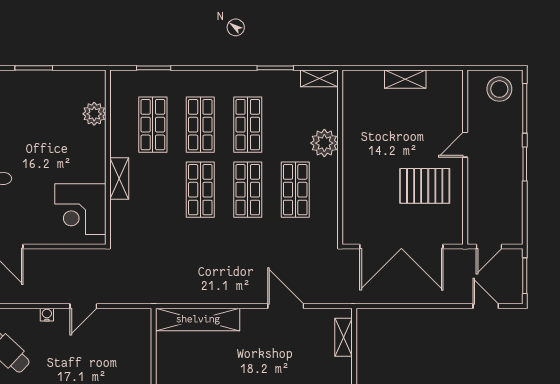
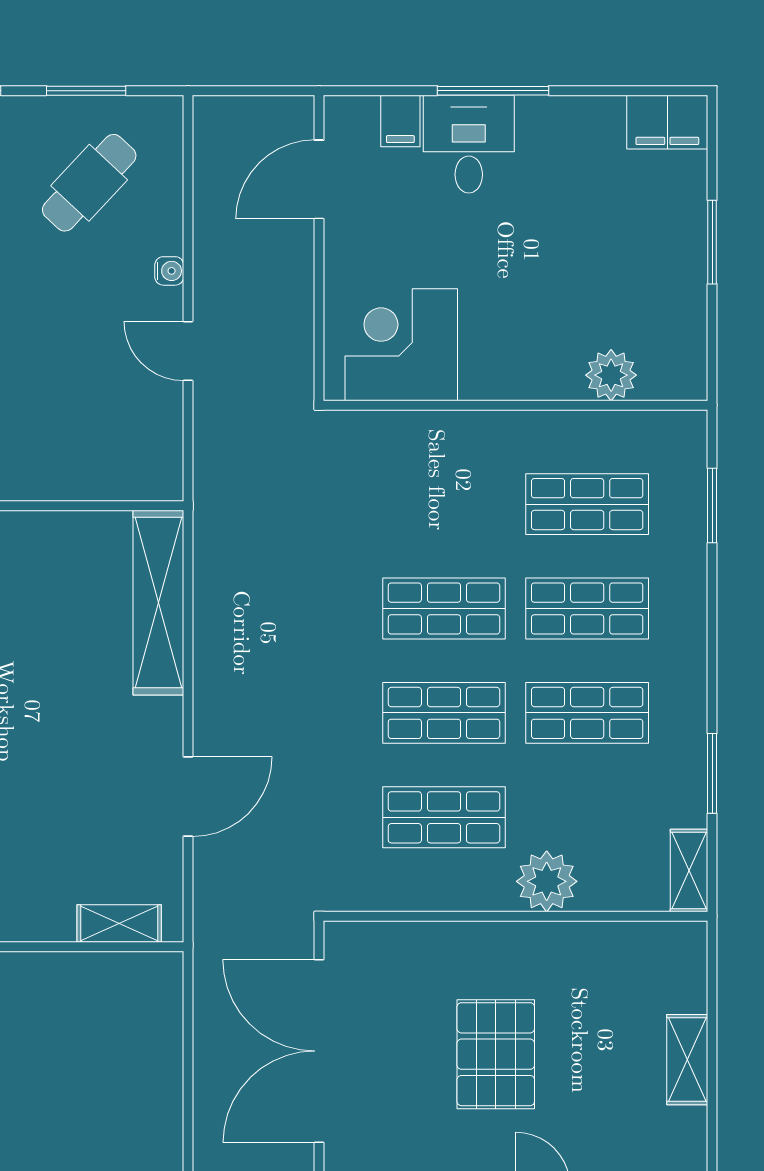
shelving: (119, 178) -> (469, 430), removed
pallet: (425, 186) -> (496, 1054), moved

